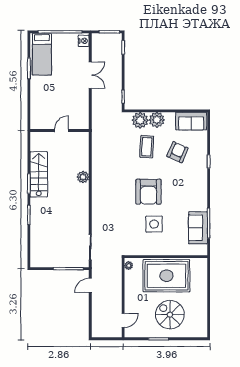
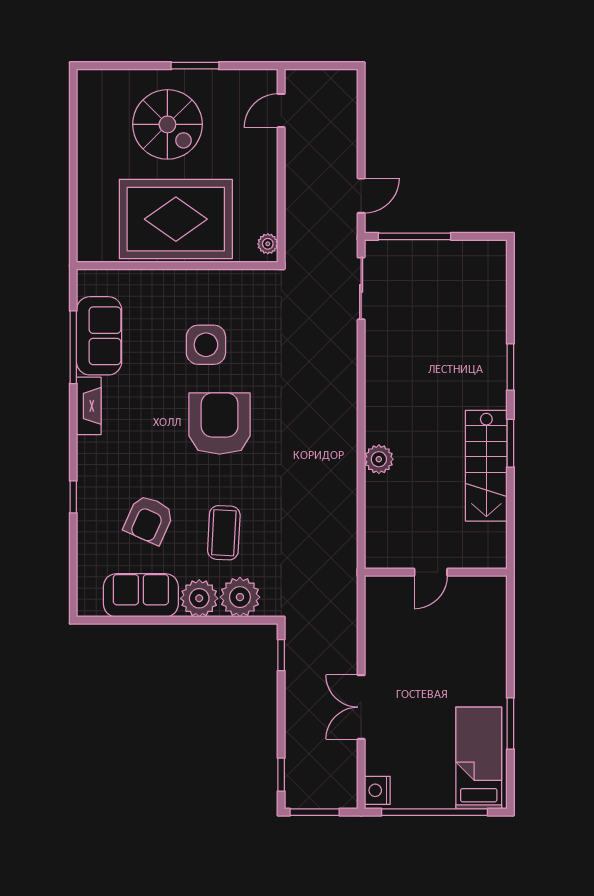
sofa: (191, 121) -> (141, 595), moved
fireplace: (202, 199) -> (89, 406), added

